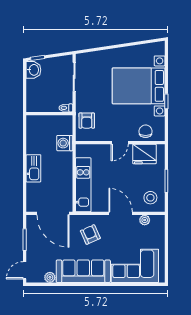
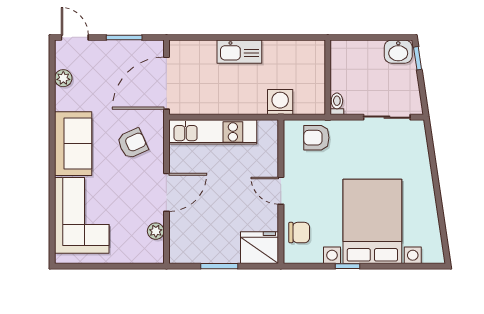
fridge: (144, 154) -> (260, 248), moved, turned 90
stool: (150, 198) -> (192, 240), removed
sofa: (83, 271) -> (73, 144), width x0.73

